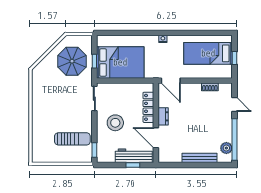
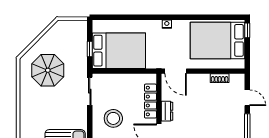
bed: (208, 53) -> (218, 40), width x1.50
window: (235, 58) -> (247, 30), moved
parasol: (72, 61) -> (48, 70), moved

